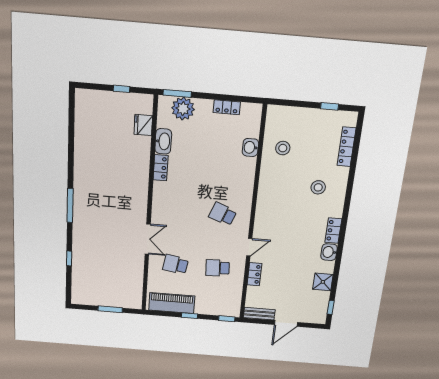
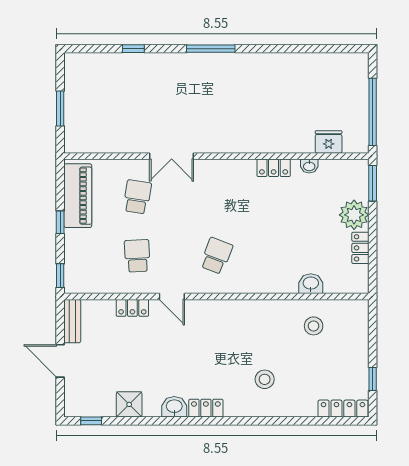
window: (122, 89) -> (373, 112), width x3.17
plant: (183, 109) -> (354, 215), moved
washbasin: (163, 141) -> (309, 166), width x0.52, depth x0.69
locker: (346, 147) -> (343, 409), moved

